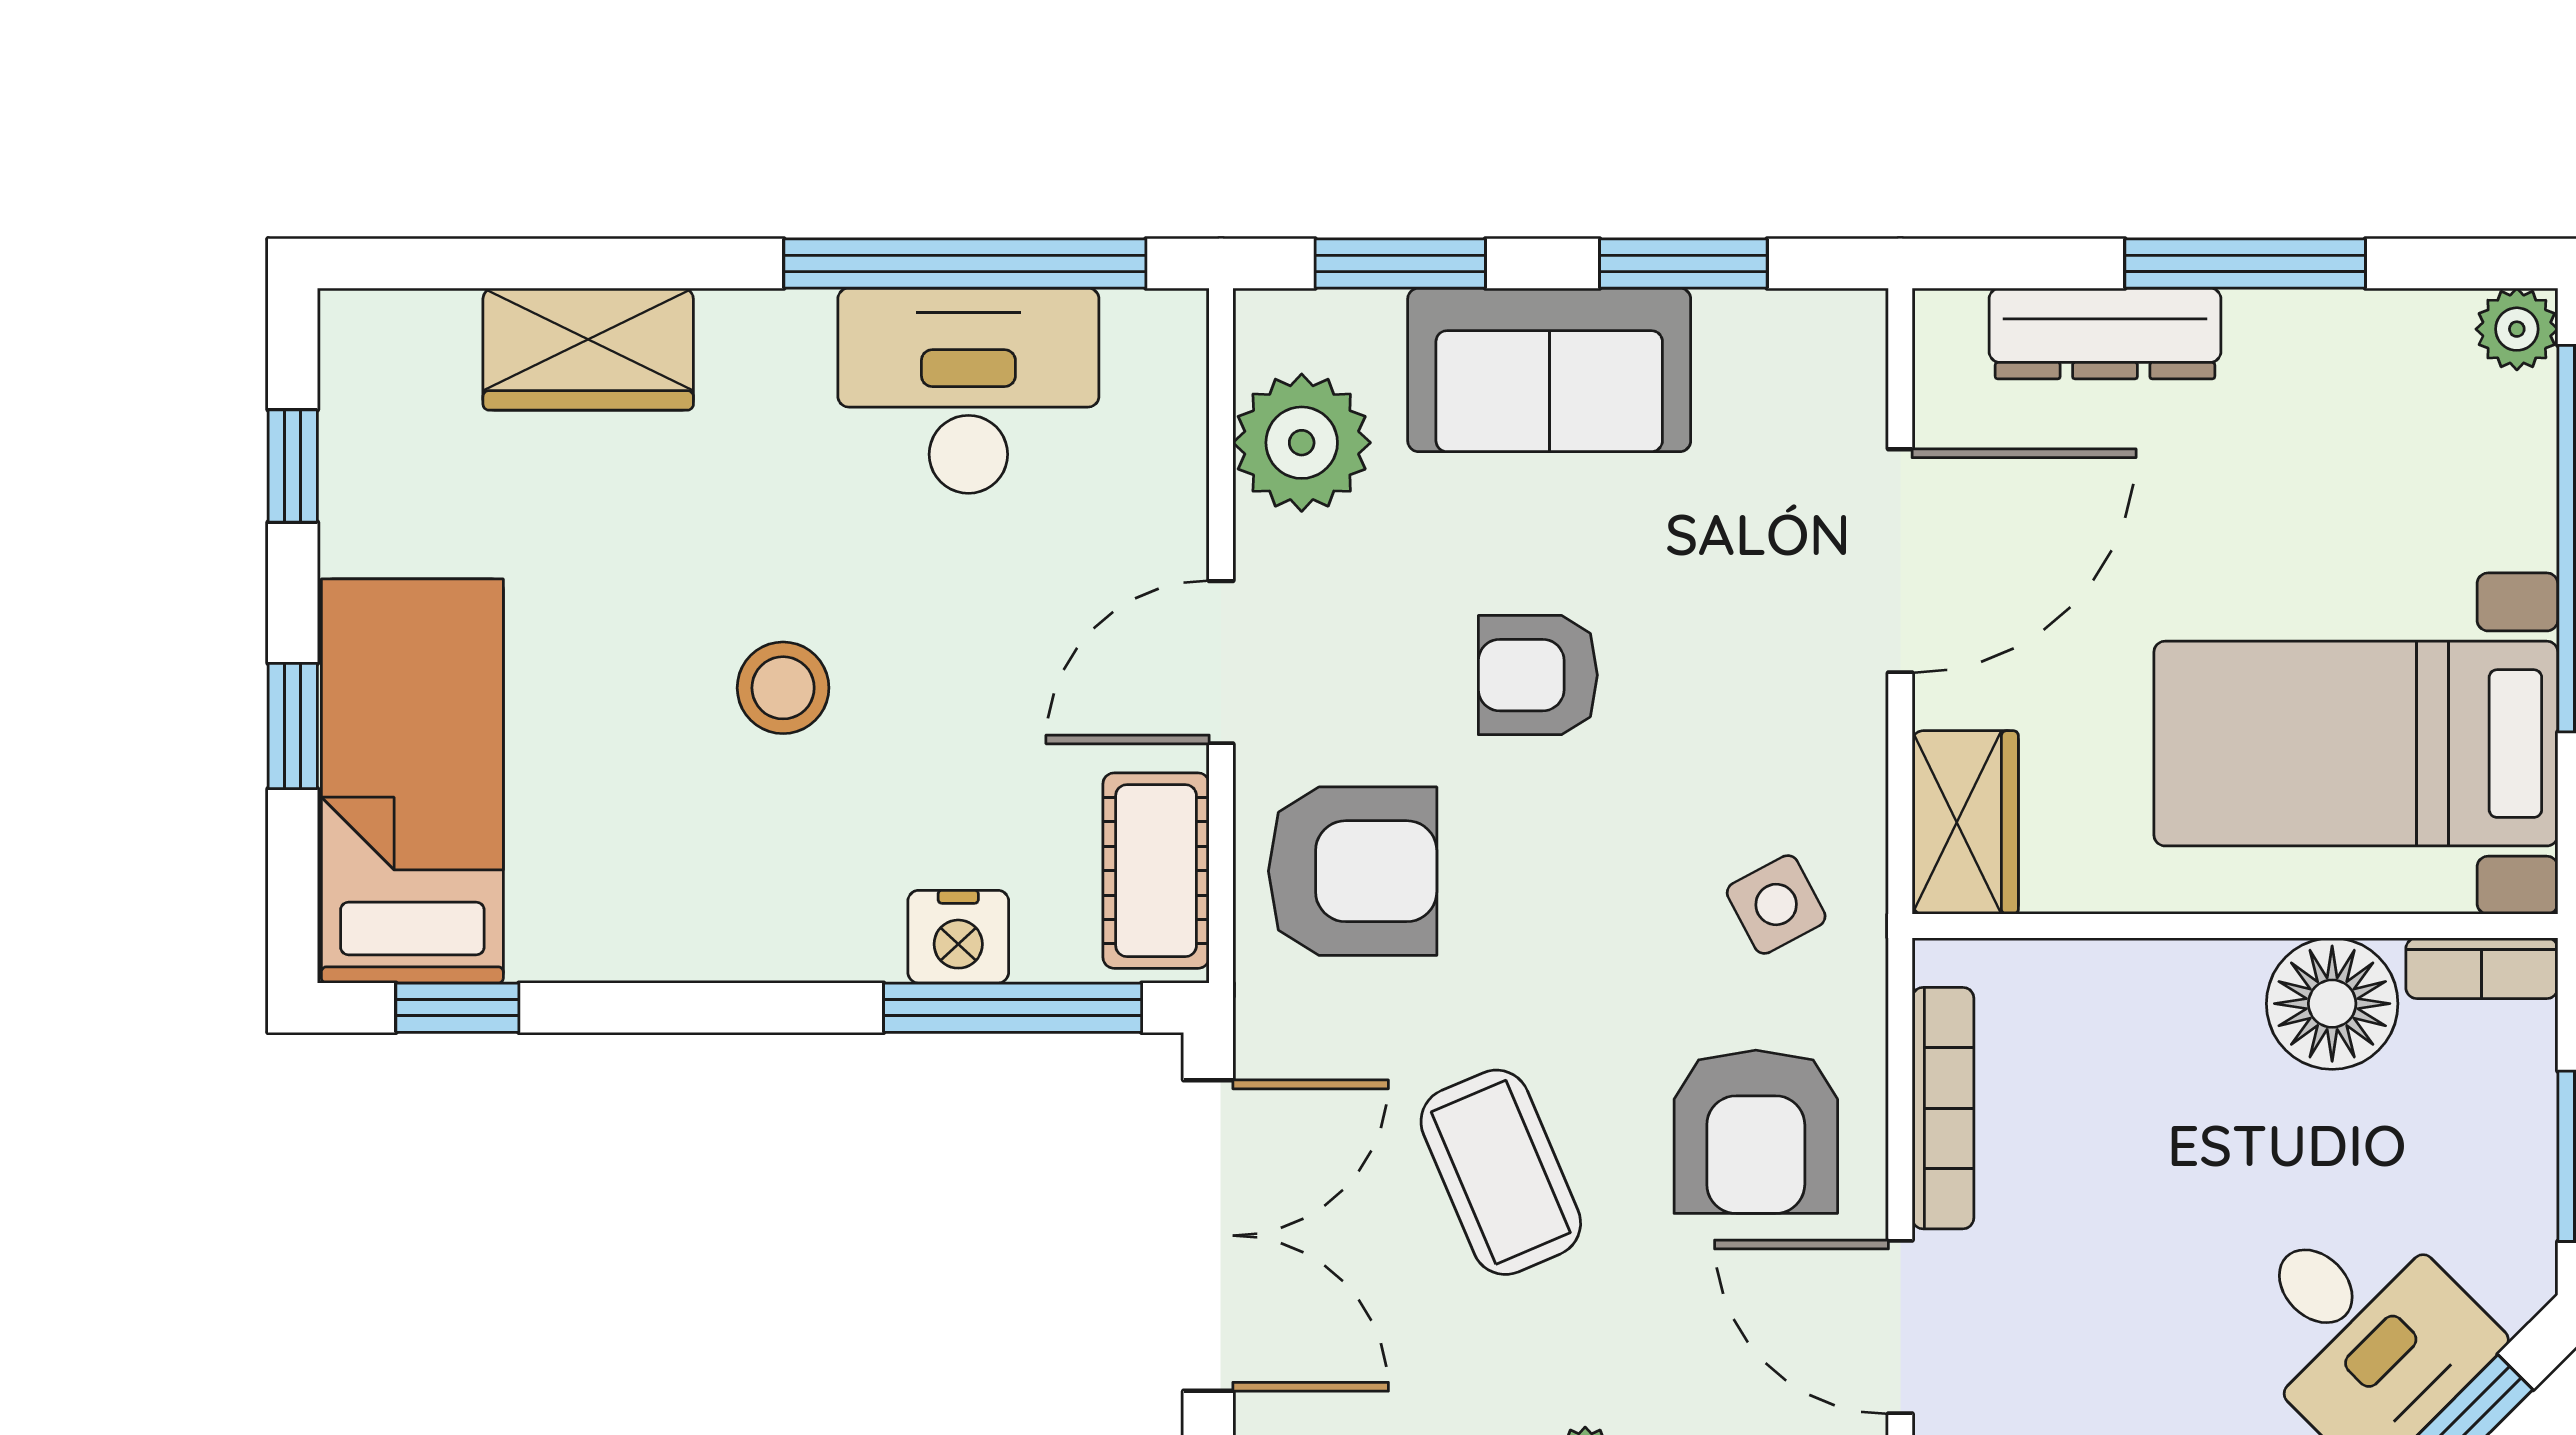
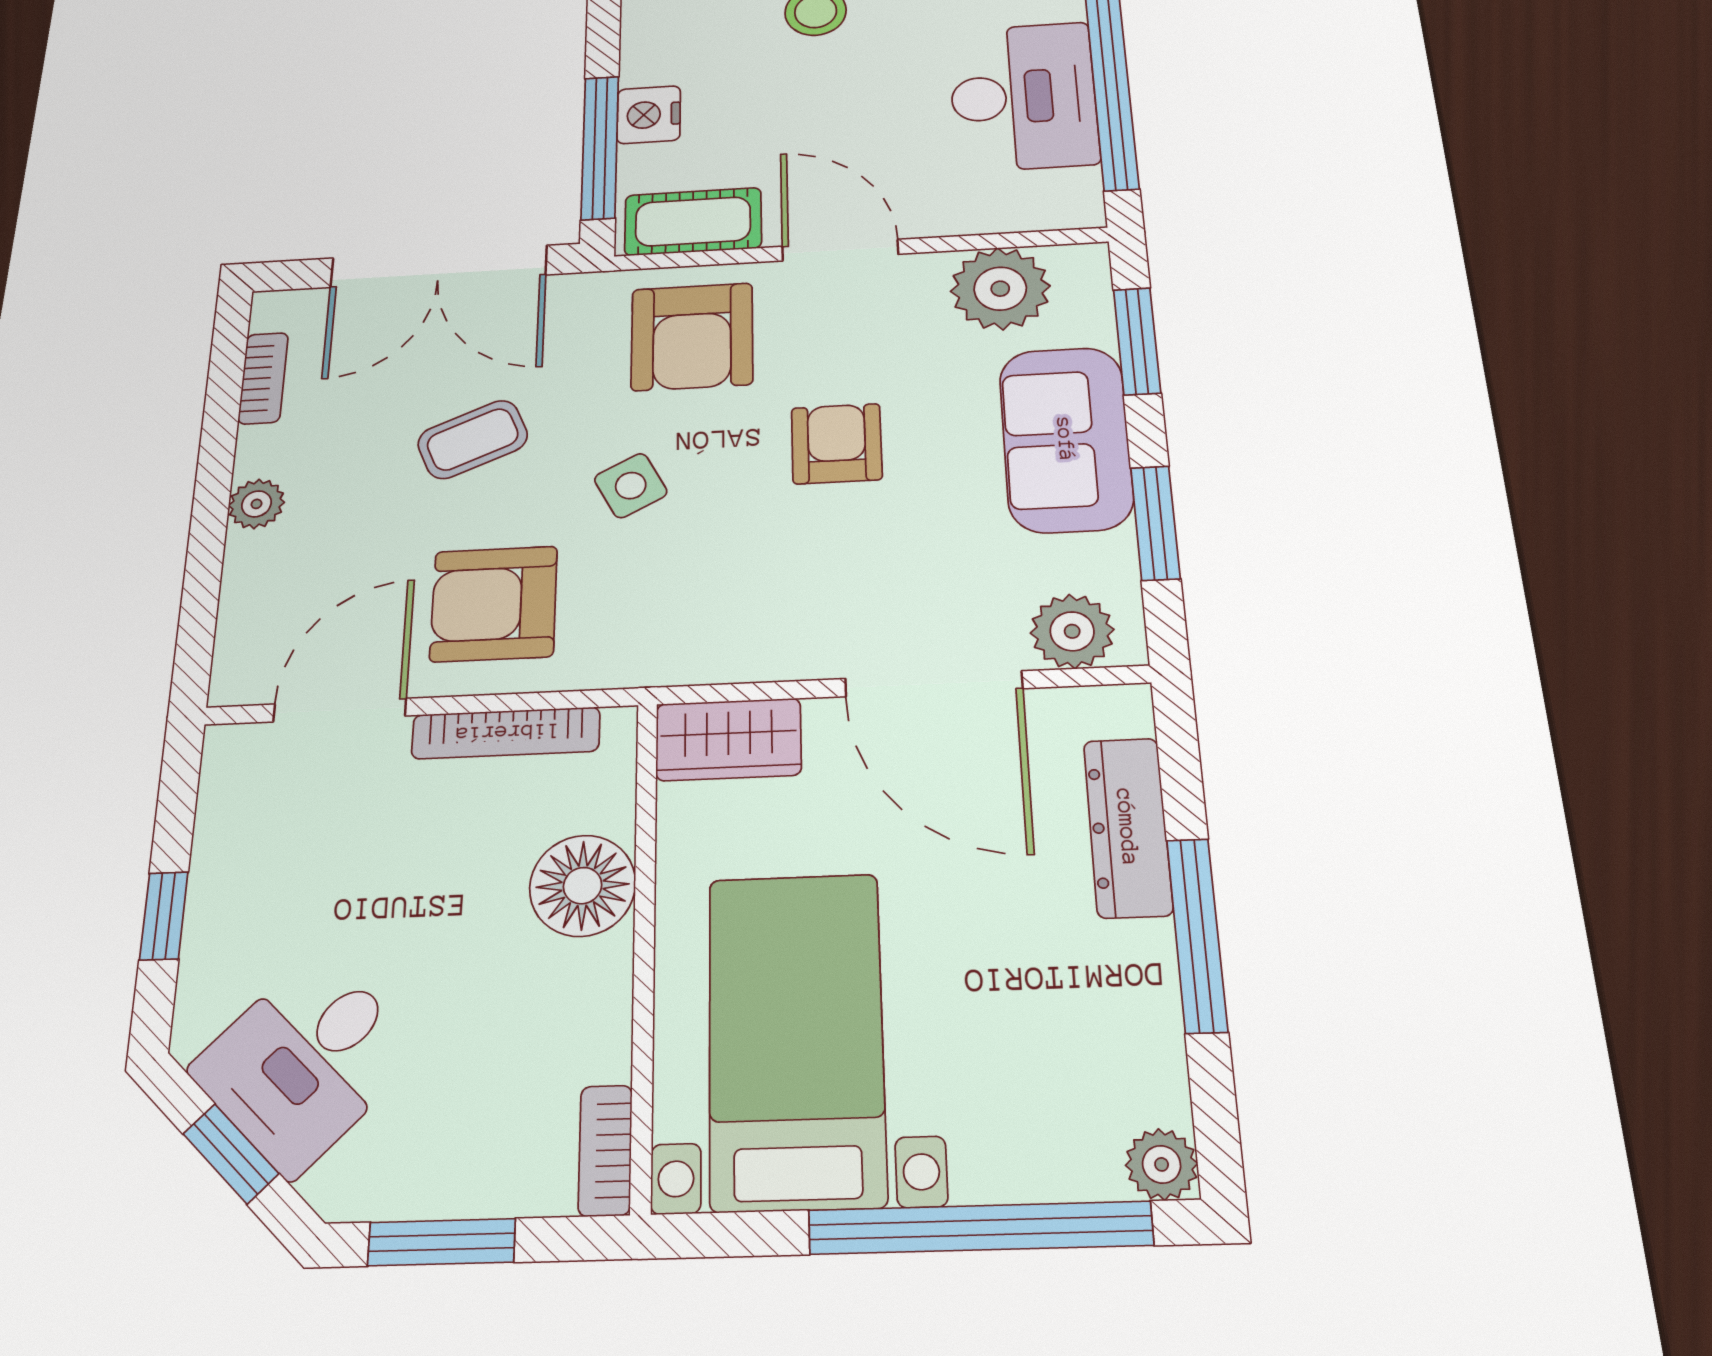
plant: (1835, 382) -> (1072, 631), added
side table: (1776, 904) -> (631, 486), moved
floor lamp: (2332, 1004) -> (583, 886), moved
coffee table: (1501, 1172) -> (473, 439), width x0.73, depth x0.77

